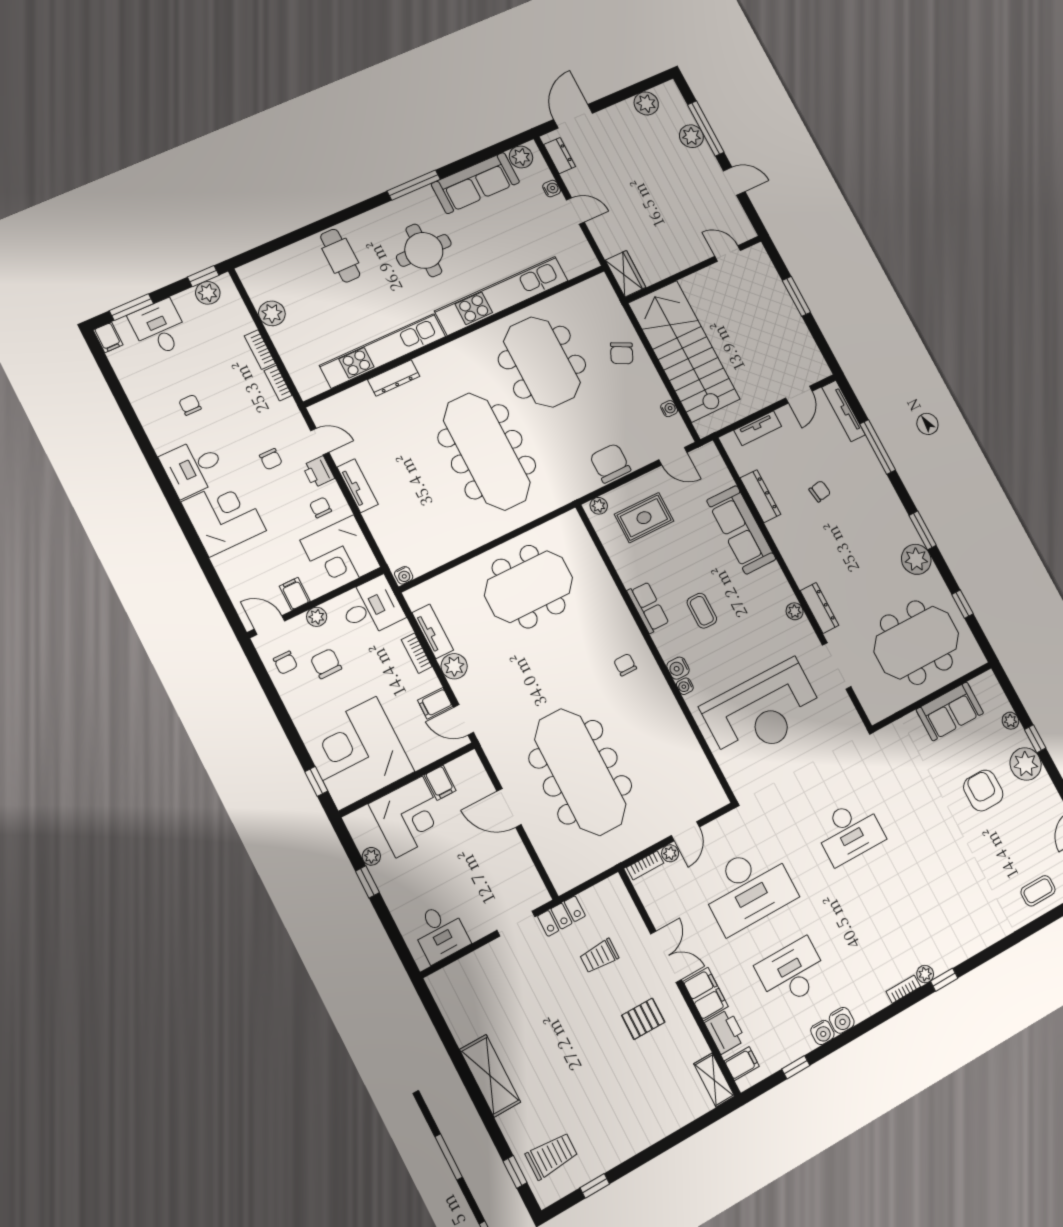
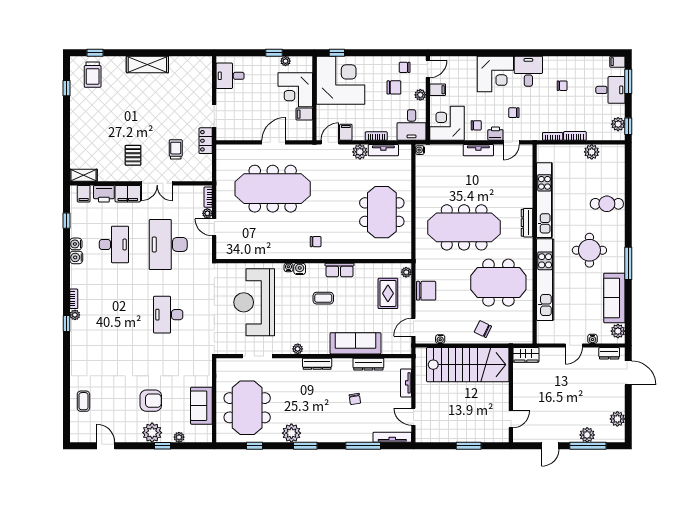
dresser: (394, 378) -> (527, 223), moved
dresser: (820, 608) -> (317, 364), moved

